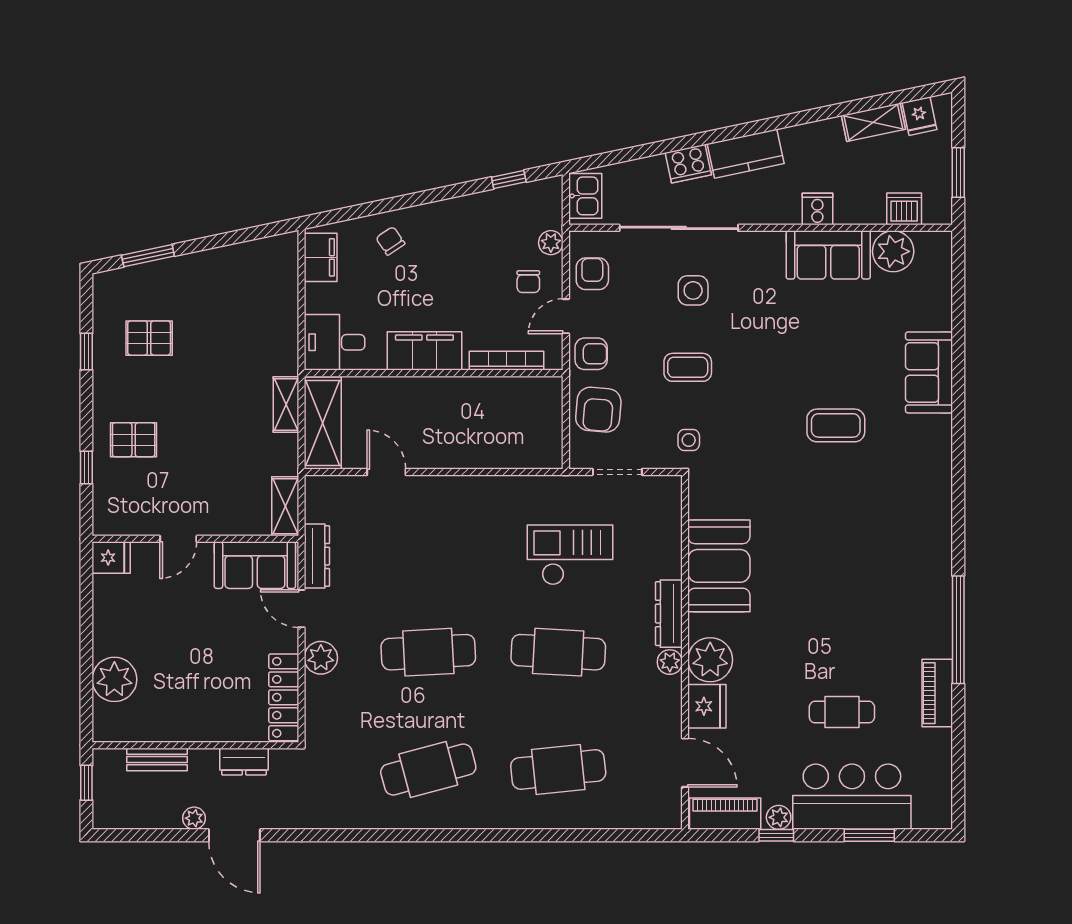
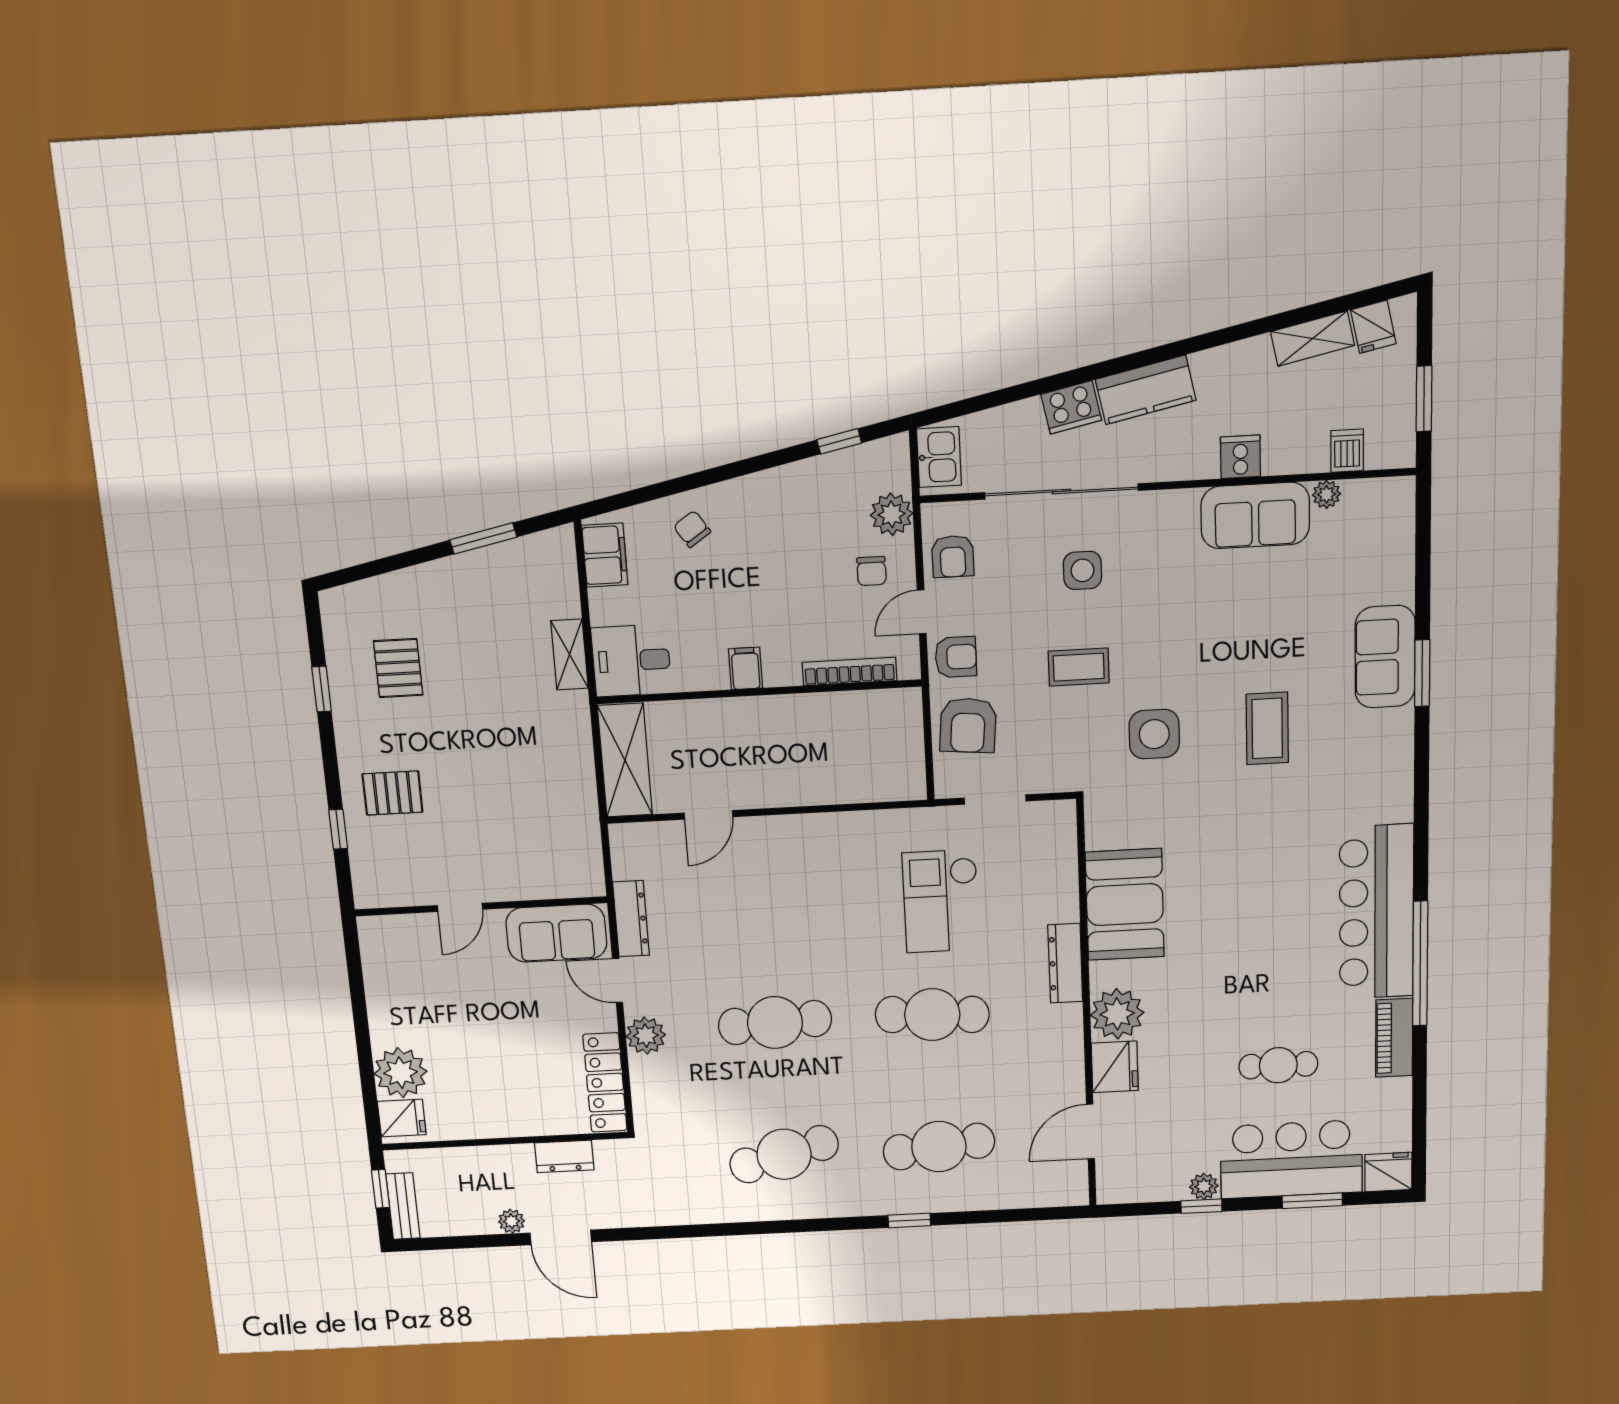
dishwasher: (904, 209) -> (1347, 451), width x0.73
plant: (551, 243) -> (892, 514), width x1.38, depth x1.38
plant: (893, 251) -> (1327, 494), width x0.53, depth x0.53
window: (148, 256) -> (483, 538), moved
armchair: (592, 274) -> (953, 556), turned 180
pallet: (149, 338) -> (398, 668), turned 90
filing cabinet: (424, 351) -> (746, 668), width x0.33, depth x0.86
window: (958, 387) -> (1422, 673), added
shelving: (286, 404) -> (569, 655), moved
coffee table: (836, 425) -> (1267, 728), turned 90
side table: (689, 440) -> (1154, 734), moved, width x1.87, depth x1.87
door: (386, 472) -> (709, 815), swing flipped
shelving: (285, 506) -> (587, 862), removed
checkout: (570, 555) -> (941, 901), turned -90
fridge: (111, 558) -> (402, 1118), moved
bar counter: (923, 584) -> (1376, 912), added
plant: (670, 662) -> (1068, 1019), removed
bench: (157, 760) -> (403, 1206), moved, turned 90
door: (685, 763) -> (1090, 1131), swing flipped
fridge: (933, 813) -> (1388, 1172), added
piano: (725, 814) -> (1140, 1185), removed
window: (530, 835) -> (909, 1220), added

